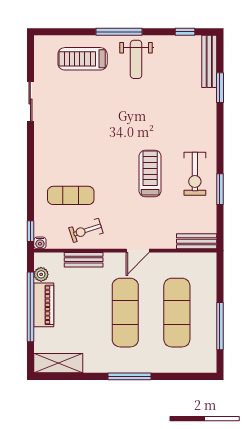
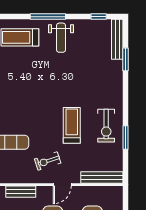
exercise bike: (86, 230) -> (48, 161), moved
bench: (197, 241) -> (102, 177), width x1.36

